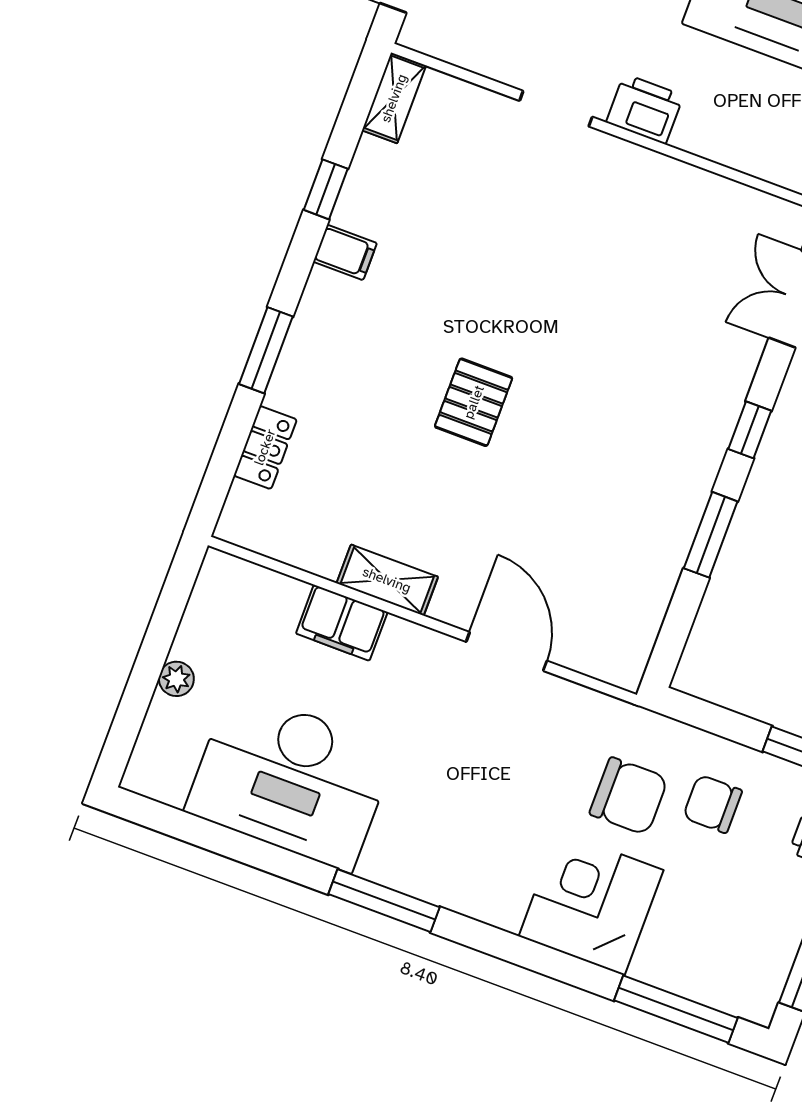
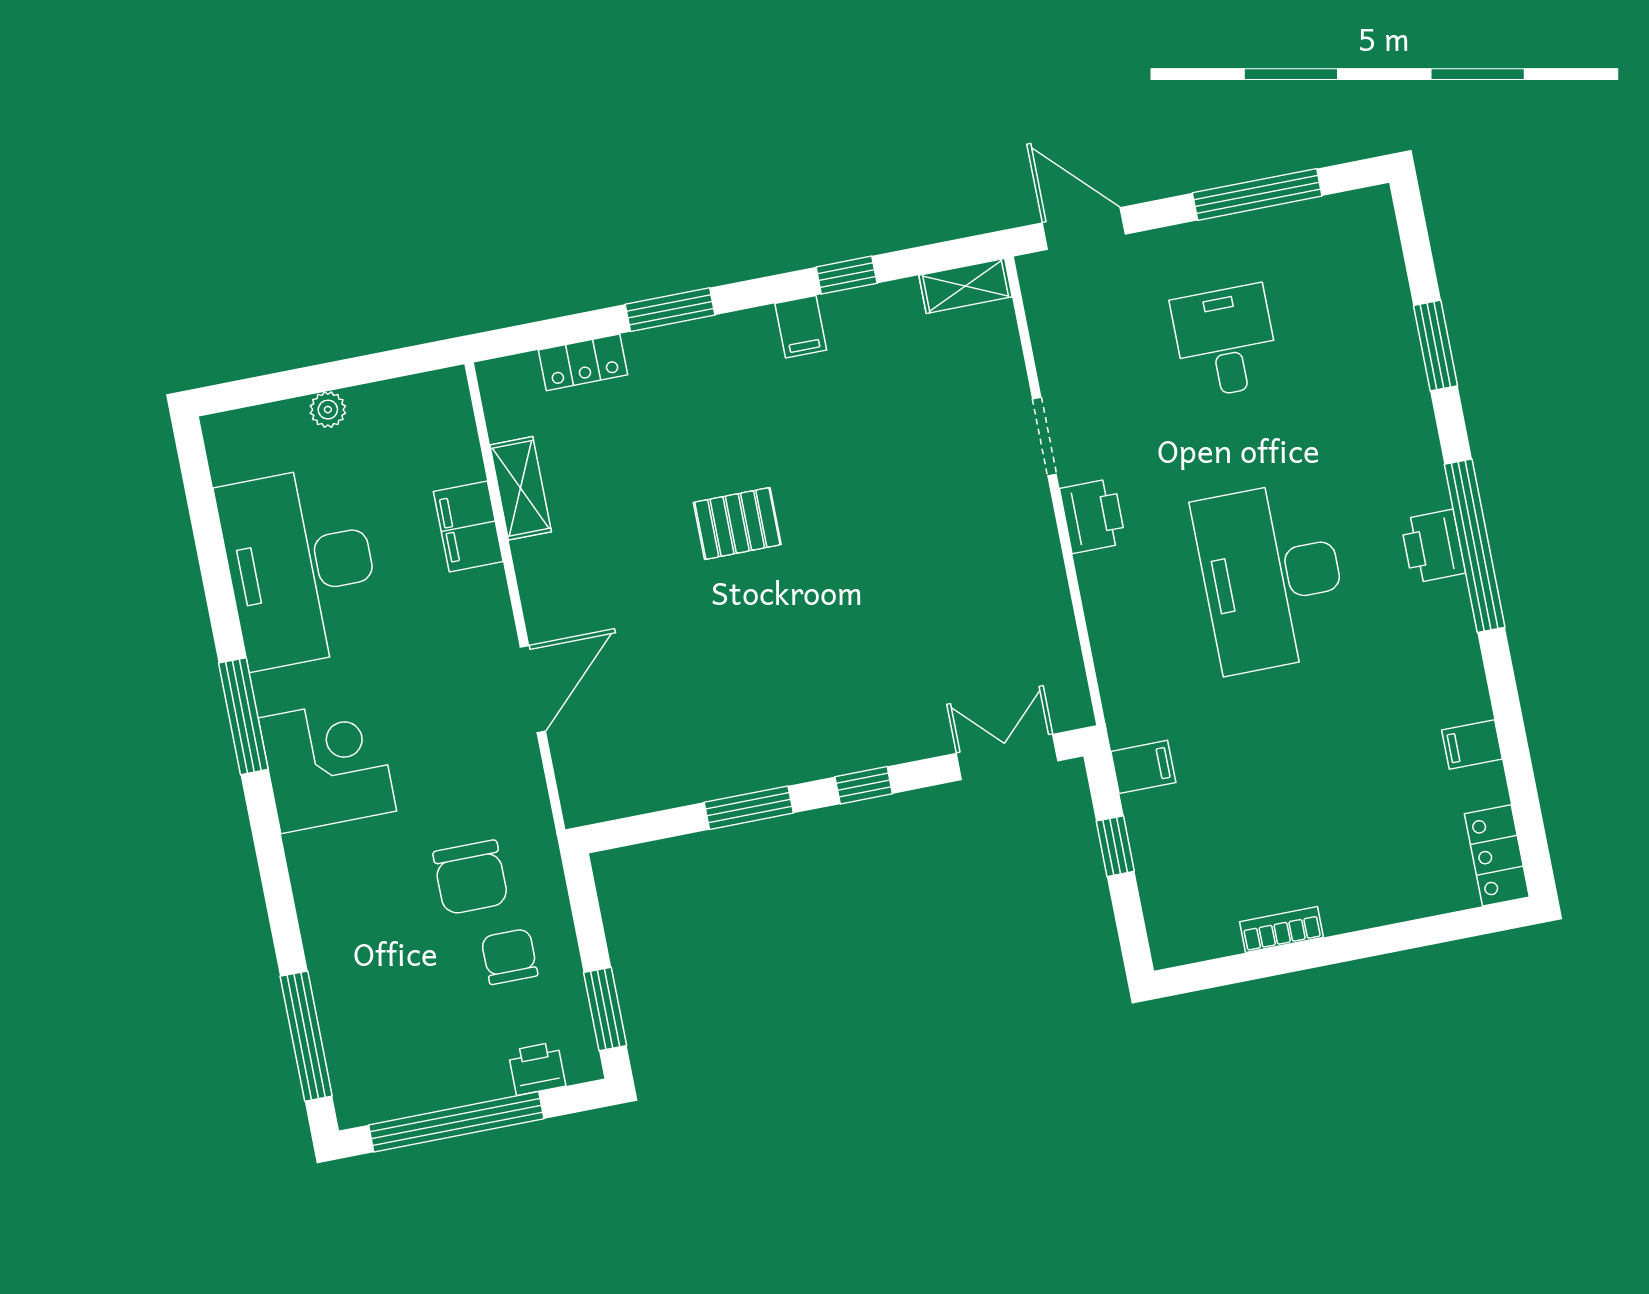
shelving: (387, 580) -> (521, 488), moved
corner desk: (591, 903) -> (327, 764), moved

